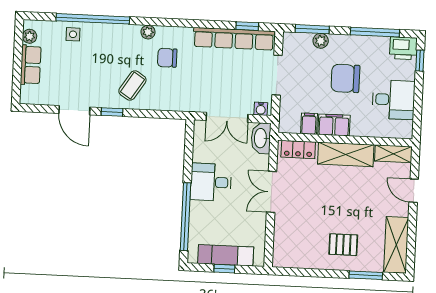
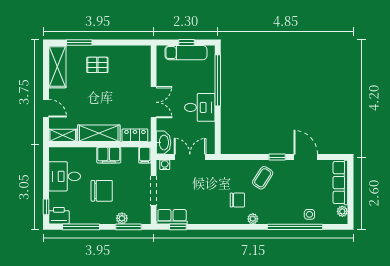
row of seats: (234, 39) -> (172, 217), width x0.50
row of seats: (31, 65) -> (340, 183), width x1.48
filing cabinet: (309, 124) -> (145, 155), moved

